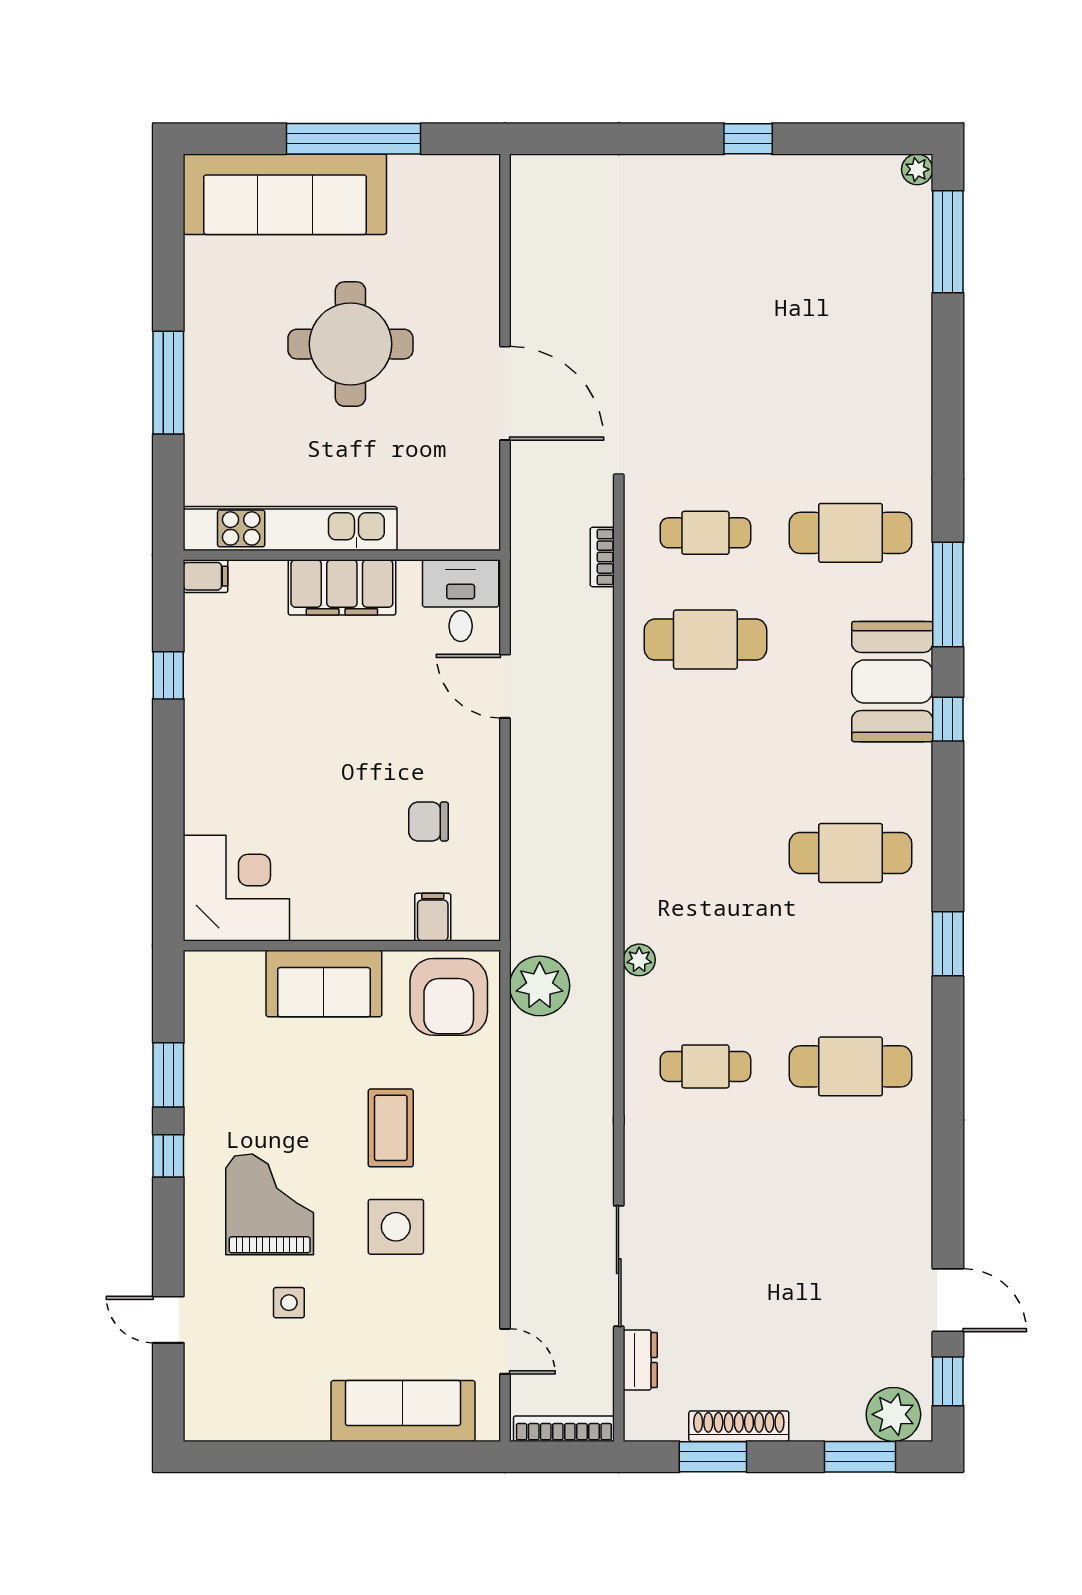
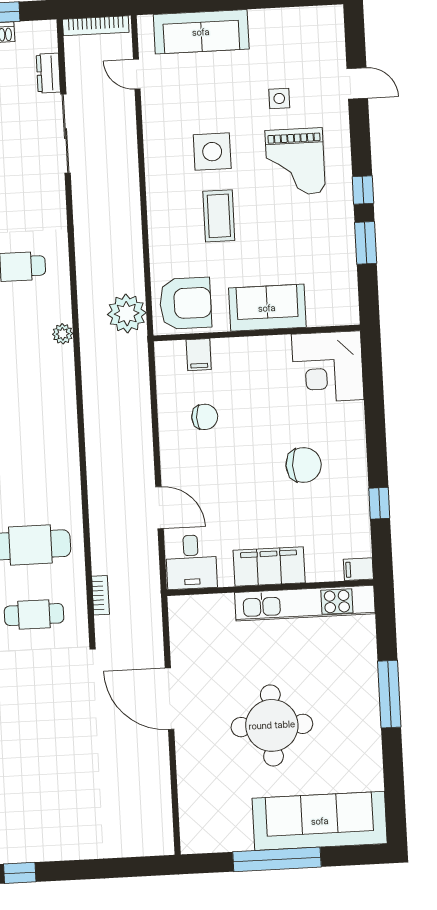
chair: (281, 740) -> (304, 465), added
armchair: (449, 997) -> (186, 303), turned 90

